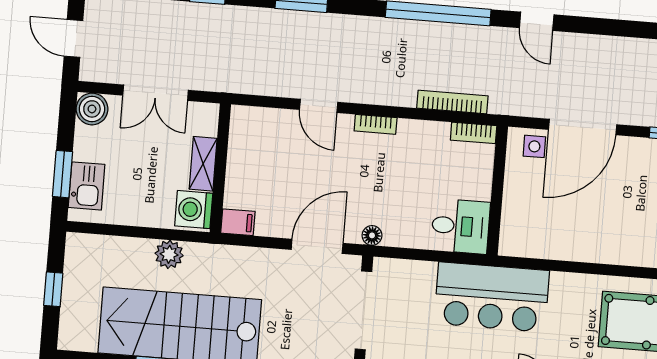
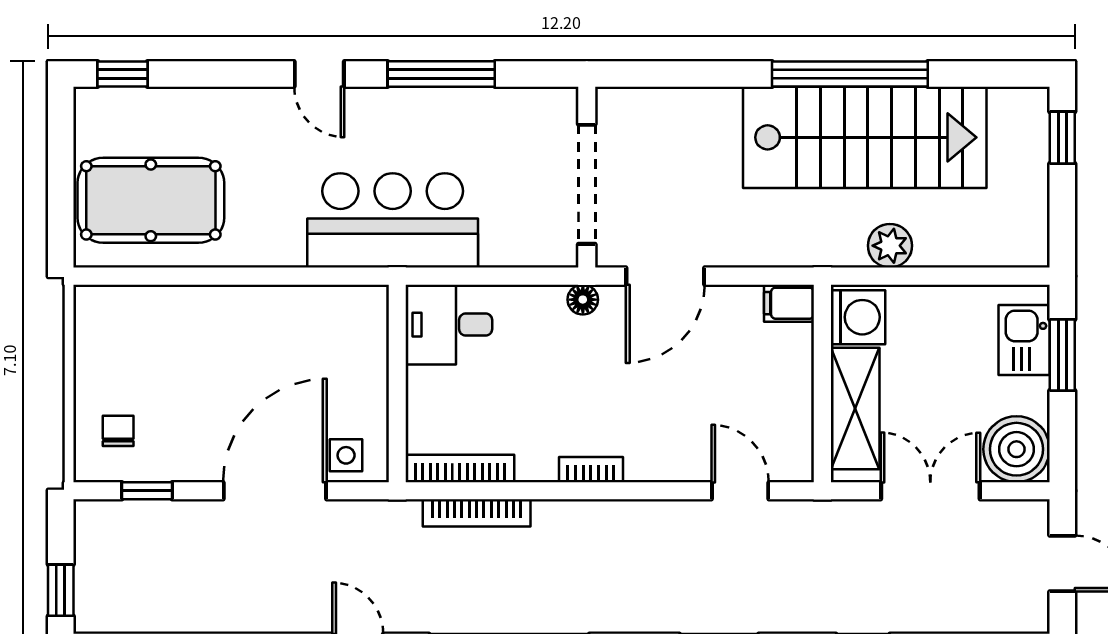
door: (319, 106) -> (740, 491), moved
boiler: (92, 109) -> (1016, 449), width x1.37, depth x1.37
bookcase: (474, 133) -> (460, 468), width x1.56
shelving: (203, 164) -> (855, 408), width x1.50, depth x1.33
window: (53, 289) -> (1062, 138), moved

